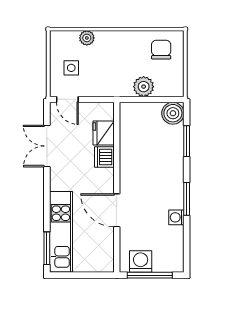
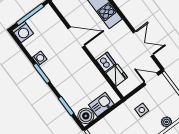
side table: (71, 68) -> (142, 110), moved
plant: (144, 87) -> (114, 118), removed
kitchen sink: (146, 113) -> (101, 104), added
washing machine: (141, 261) -> (23, 32), moved

